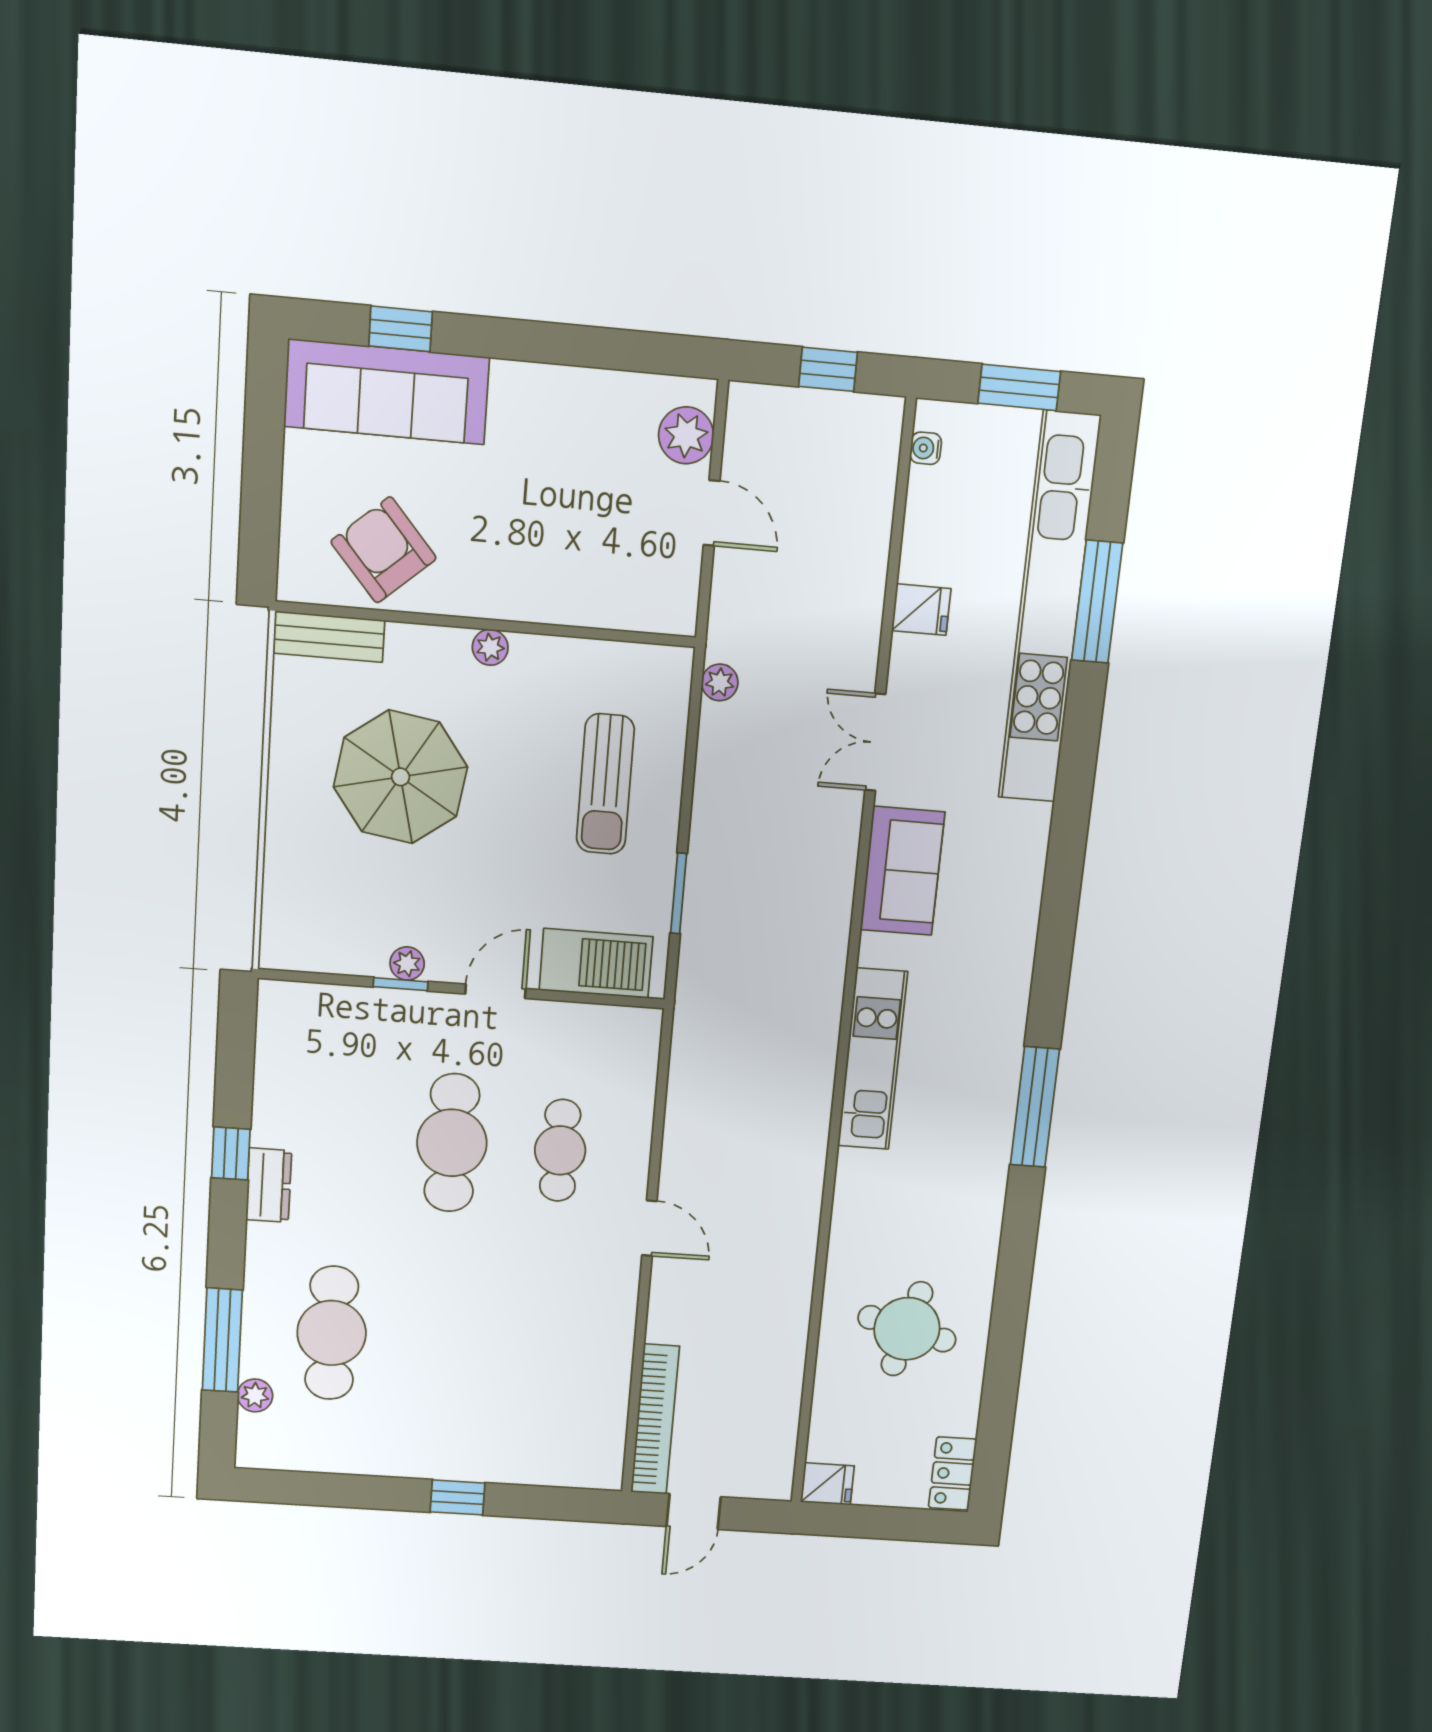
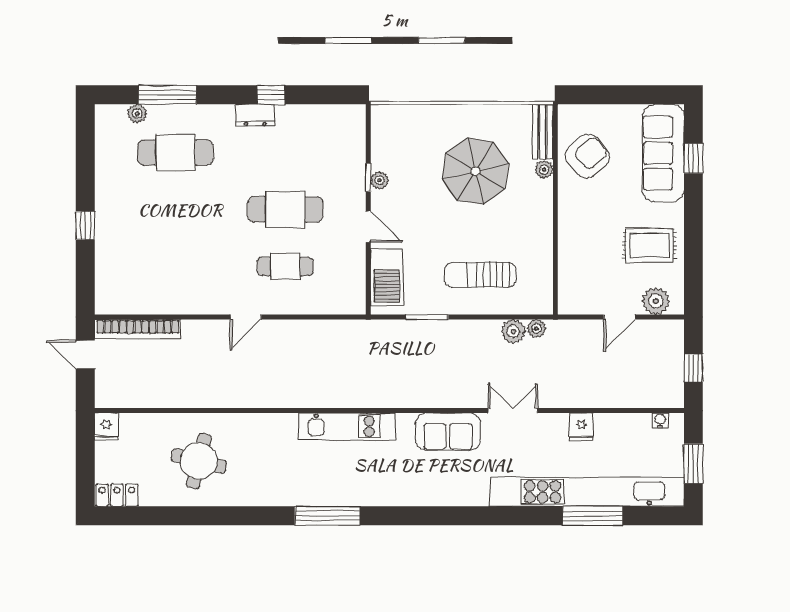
rug: (573, 438) -> (650, 245), added
plant: (490, 647) -> (544, 170), moved
plant: (721, 728) -> (513, 331), added

